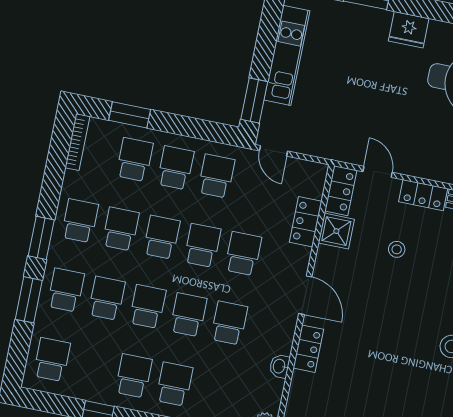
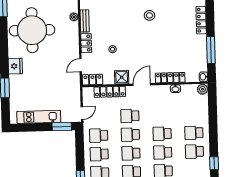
locker: (306, 222) -> (110, 92), width x1.53
shower: (336, 231) -> (122, 77), moved
school desk: (229, 323) -> (162, 115), removed
locker: (308, 349) -> (170, 78), width x1.53

